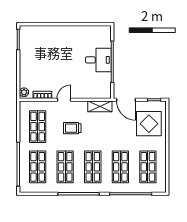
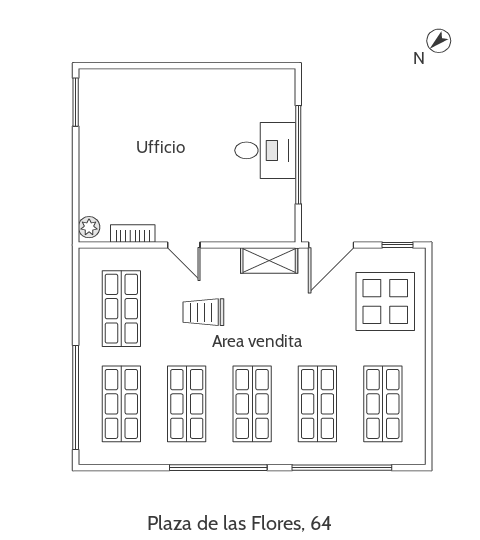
door: (64, 100) -> (184, 245), swing flipped
door: (126, 100) -> (331, 245), hinge flipped

